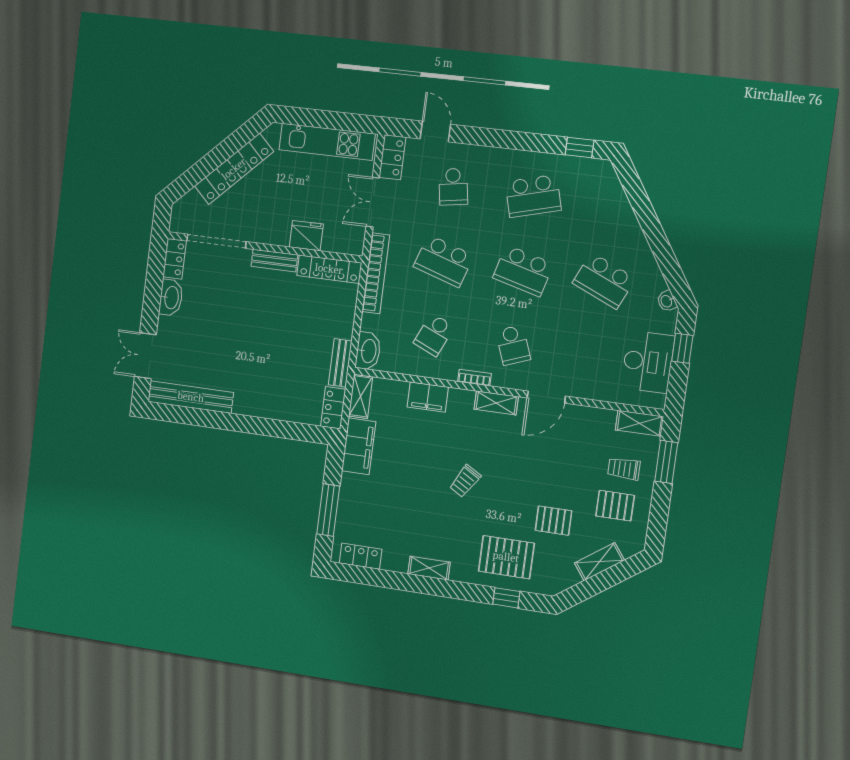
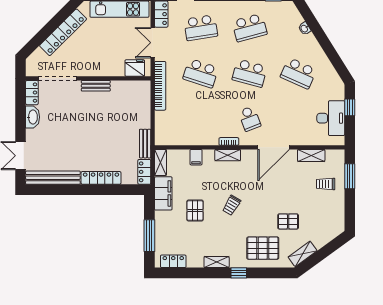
school desk: (453, 187) -> (201, 28), width x1.85
fridge: (306, 236) -> (135, 68), moved
locker: (329, 269) -> (101, 178), moved, turned 180
washbasin: (667, 301) -> (304, 28), moved
school desk: (434, 335) -> (201, 119), removed
washbasin: (368, 351) -> (162, 134), removed
filing cabinet: (428, 397) -> (196, 157), width x0.50
door: (546, 397) -> (274, 147), width x1.36
shelving: (496, 403) -> (228, 155), moved
shelving: (639, 423) -> (311, 155), moved
pallet: (615, 506) -> (195, 211), moved, turned 90
shelving: (599, 562) -> (303, 254), moved
window: (506, 598) -> (239, 273), moved

